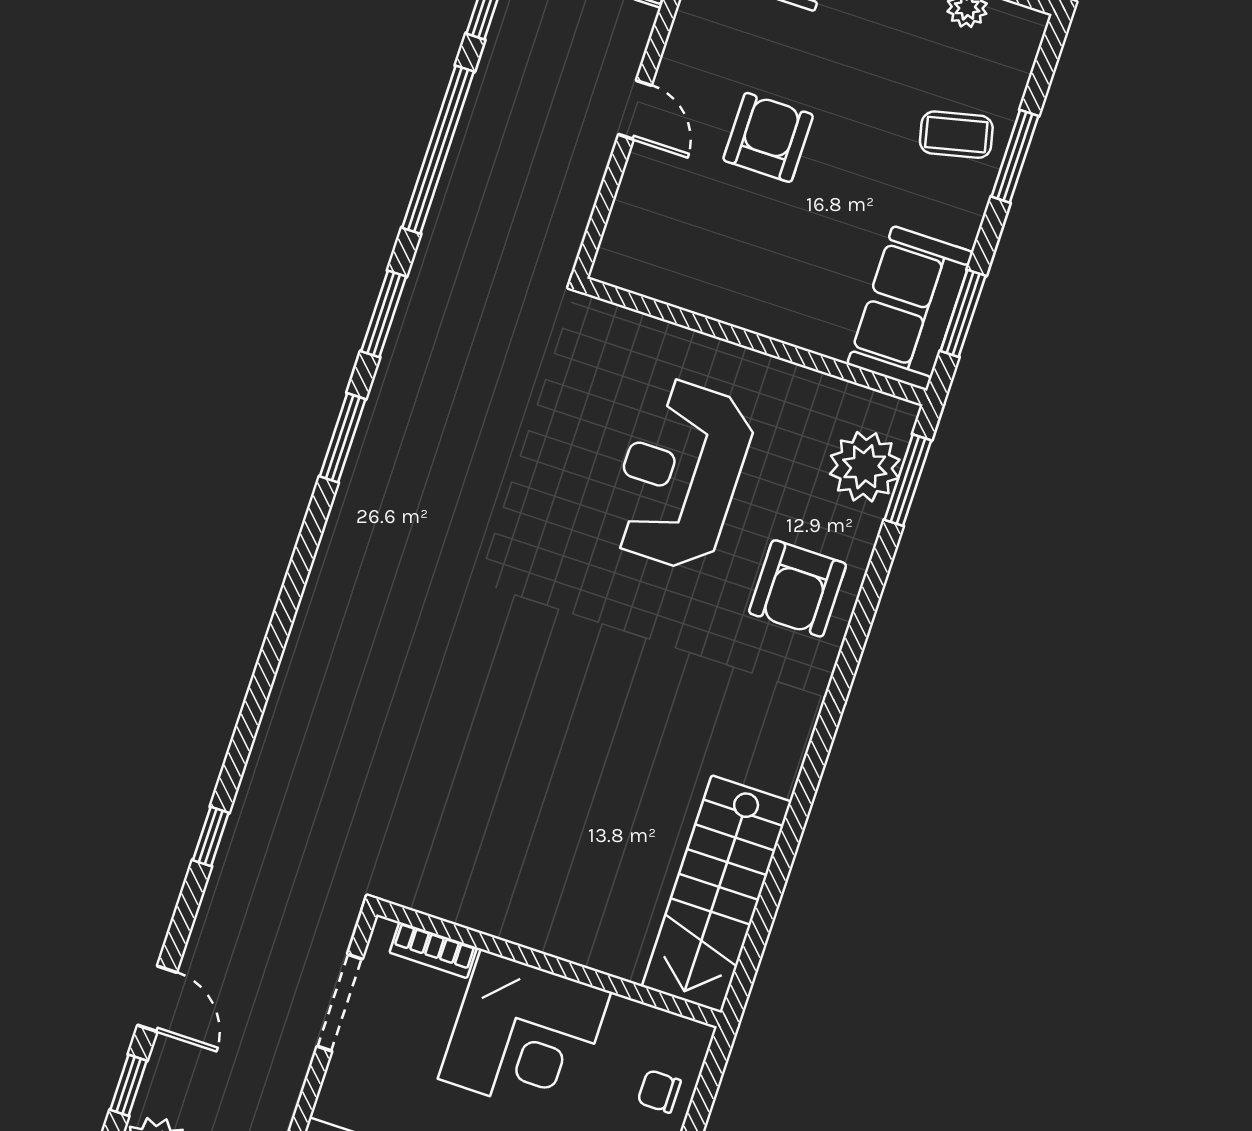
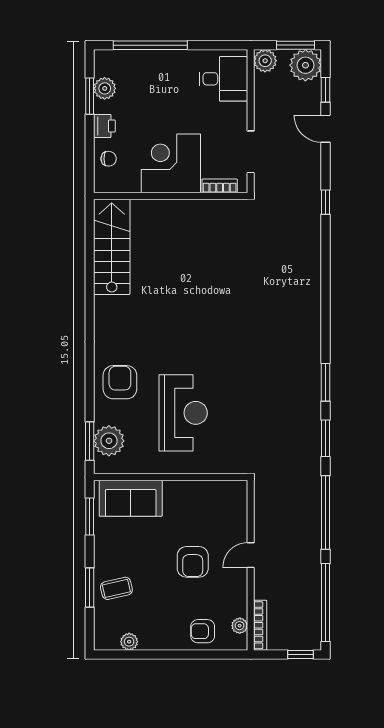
door: (635, 110) -> (251, 555), hinge flipped
sofa: (910, 308) -> (131, 498), moved, turned 90

